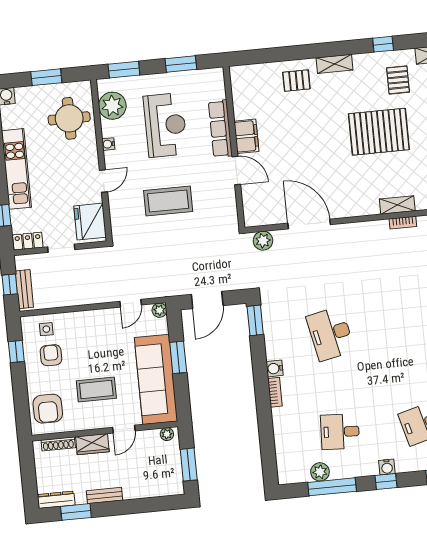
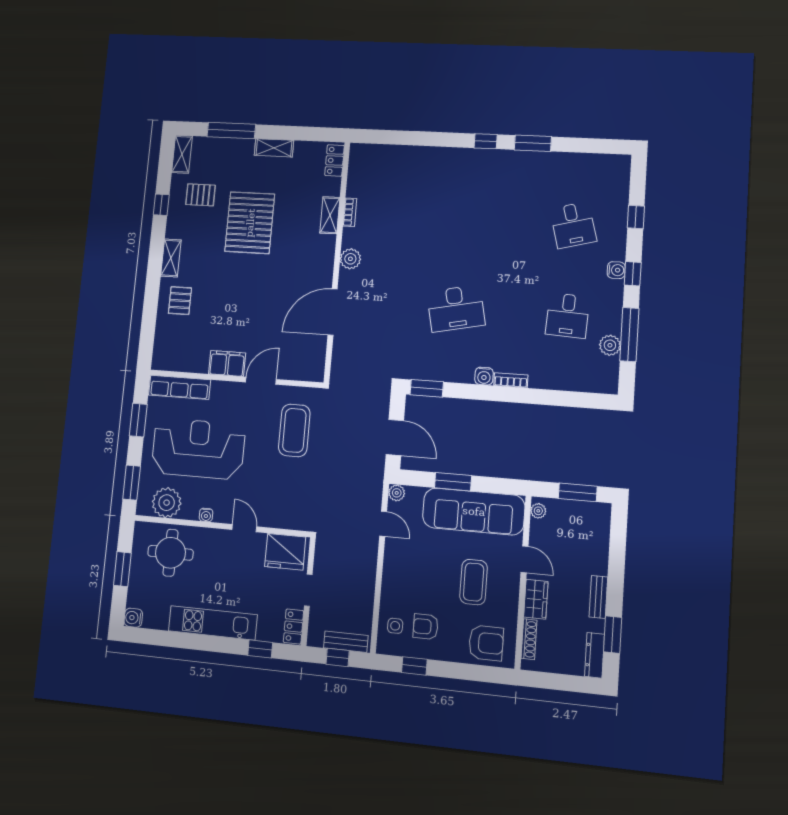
reception desk: (165, 125) -> (198, 449), width x1.36, depth x1.30
row of seats: (220, 129) -> (180, 387), moved
coffee table: (168, 201) -> (294, 430), moved
plant: (263, 241) -> (350, 259), moved

